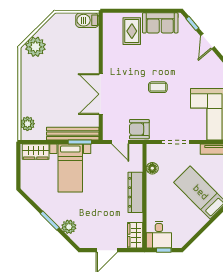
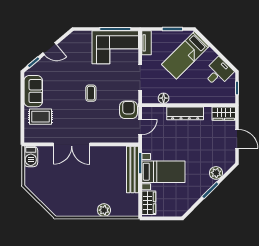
plant: (35, 47) -> (55, 203), removed
double door: (101, 94) -> (72, 144), moved
plant: (27, 124) -> (104, 210), moved
armchair: (139, 129) -> (129, 110), turned 180
desk: (159, 235) -> (218, 72), moved, turned -45

